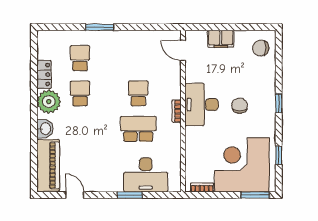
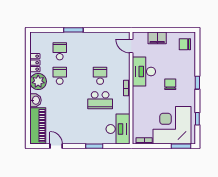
desk: (201, 105) -> (144, 71), moved
school desk: (138, 129) -> (100, 100), turned 180
desk: (146, 175) -> (118, 129), moved, turned -90

